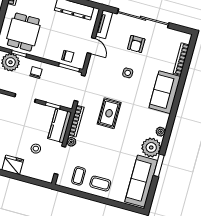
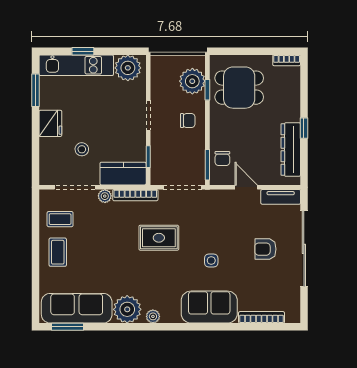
door: (91, 46) -> (246, 187), swing flipped
side table: (128, 73) -> (211, 260), moved
window: (159, 165) -> (68, 327), moved

